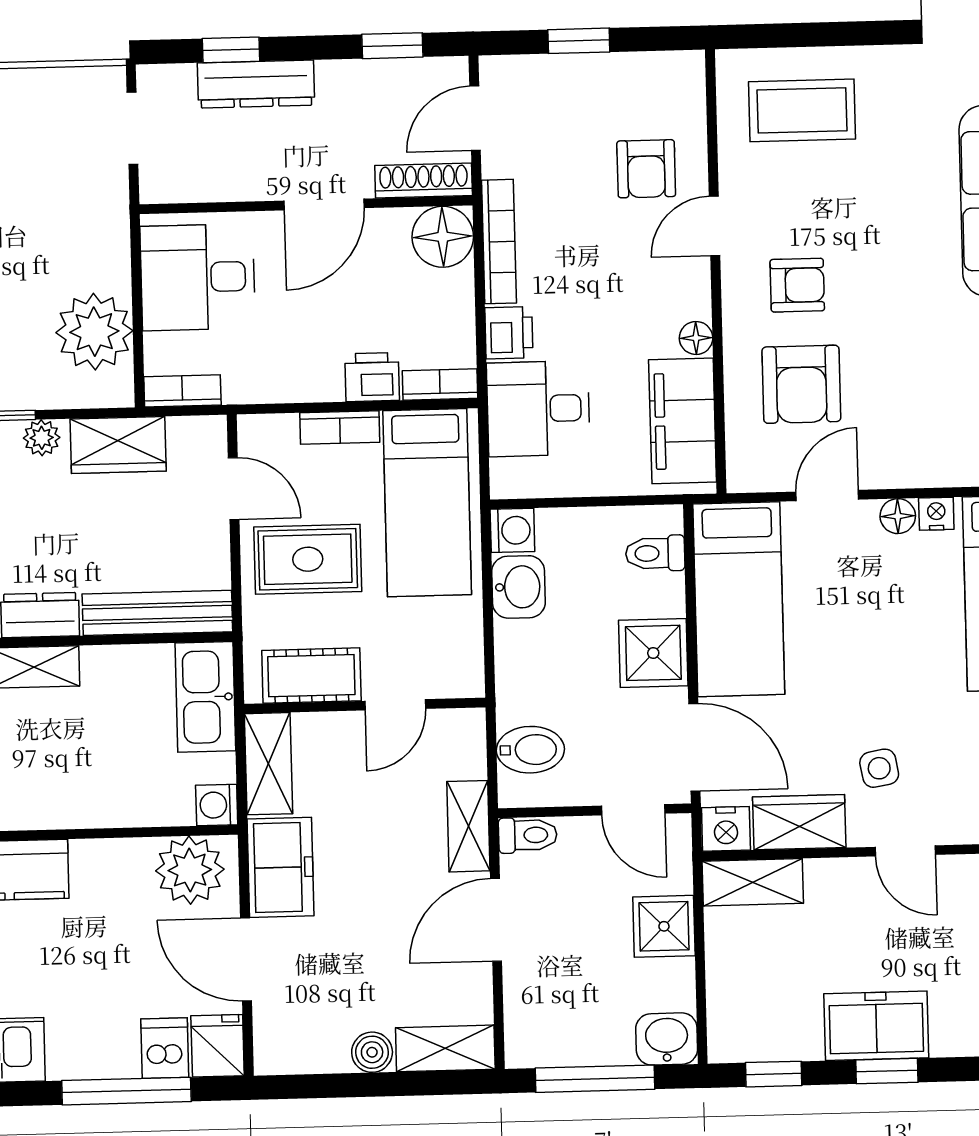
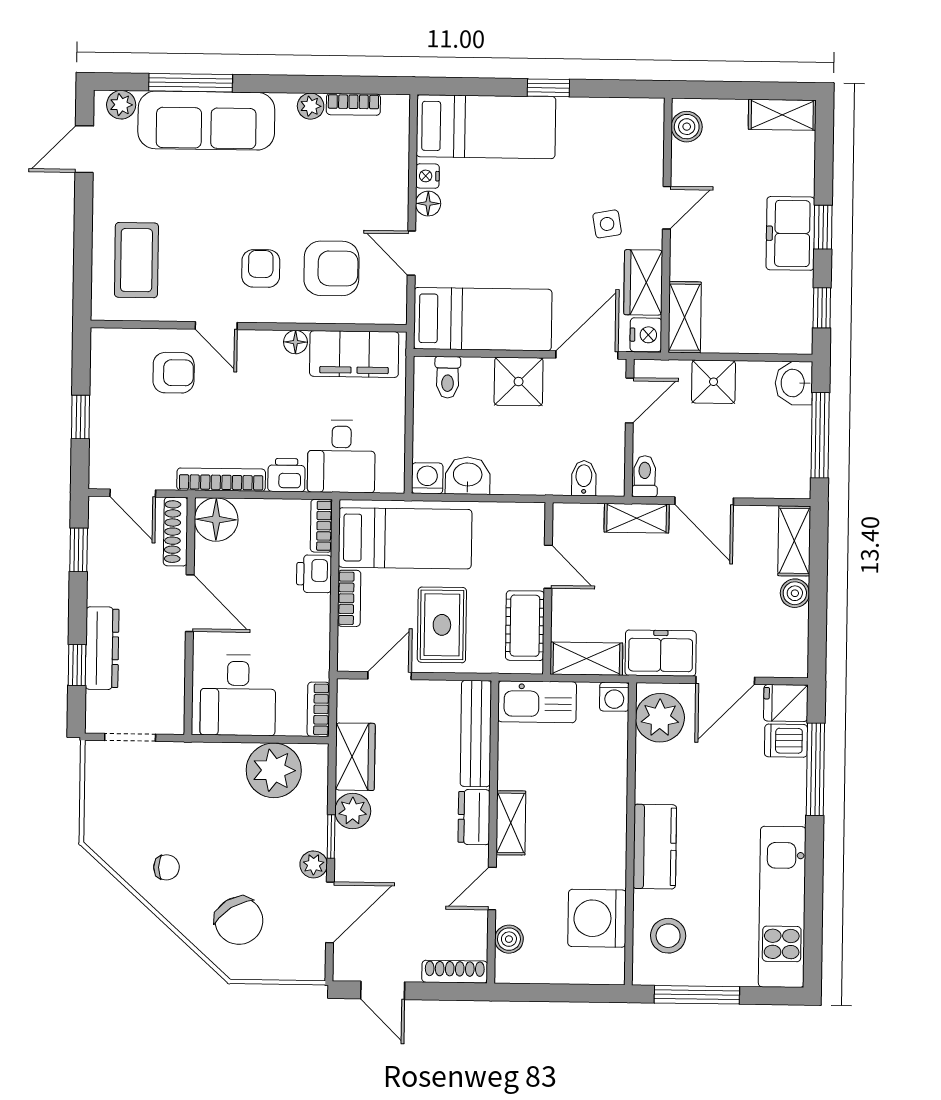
plant: (42, 438) -> (353, 811), width x1.38, depth x1.38
bidet: (530, 750) -> (584, 478), width x0.72, depth x0.74

